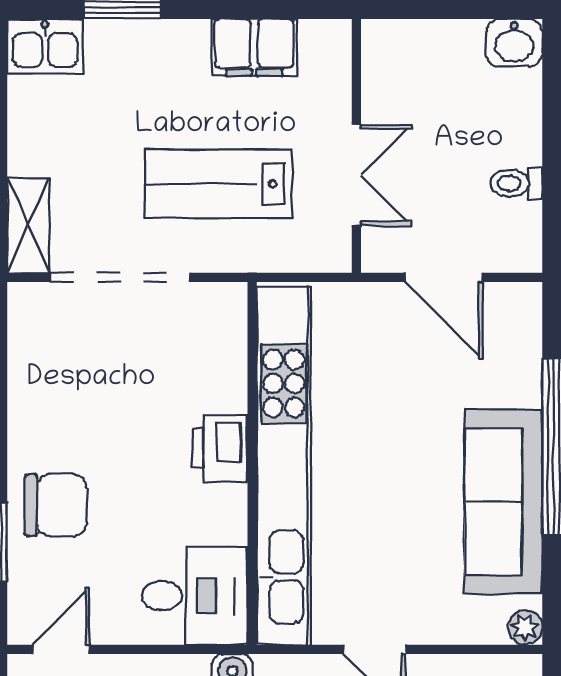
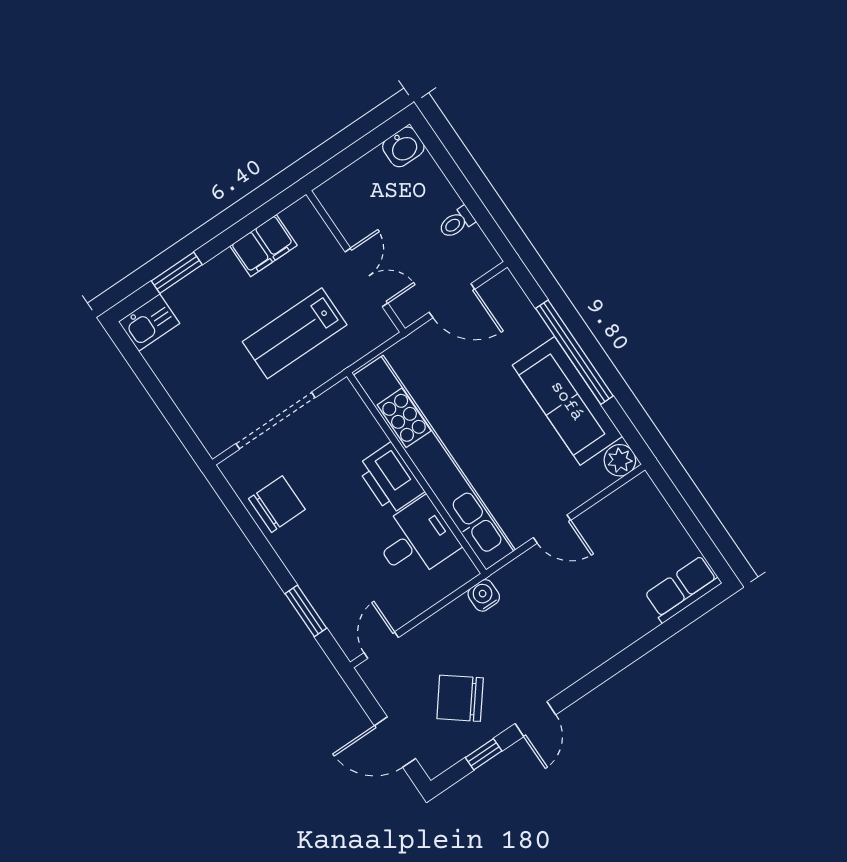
shelving: (28, 225) -> (206, 426), removed
printer: (220, 448) -> (390, 479), width x1.37, depth x1.19
chair: (56, 505) -> (277, 504), moved
desk: (195, 596) -> (416, 540), moved
plant: (525, 627) -> (620, 460), width x1.38, depth x1.38

